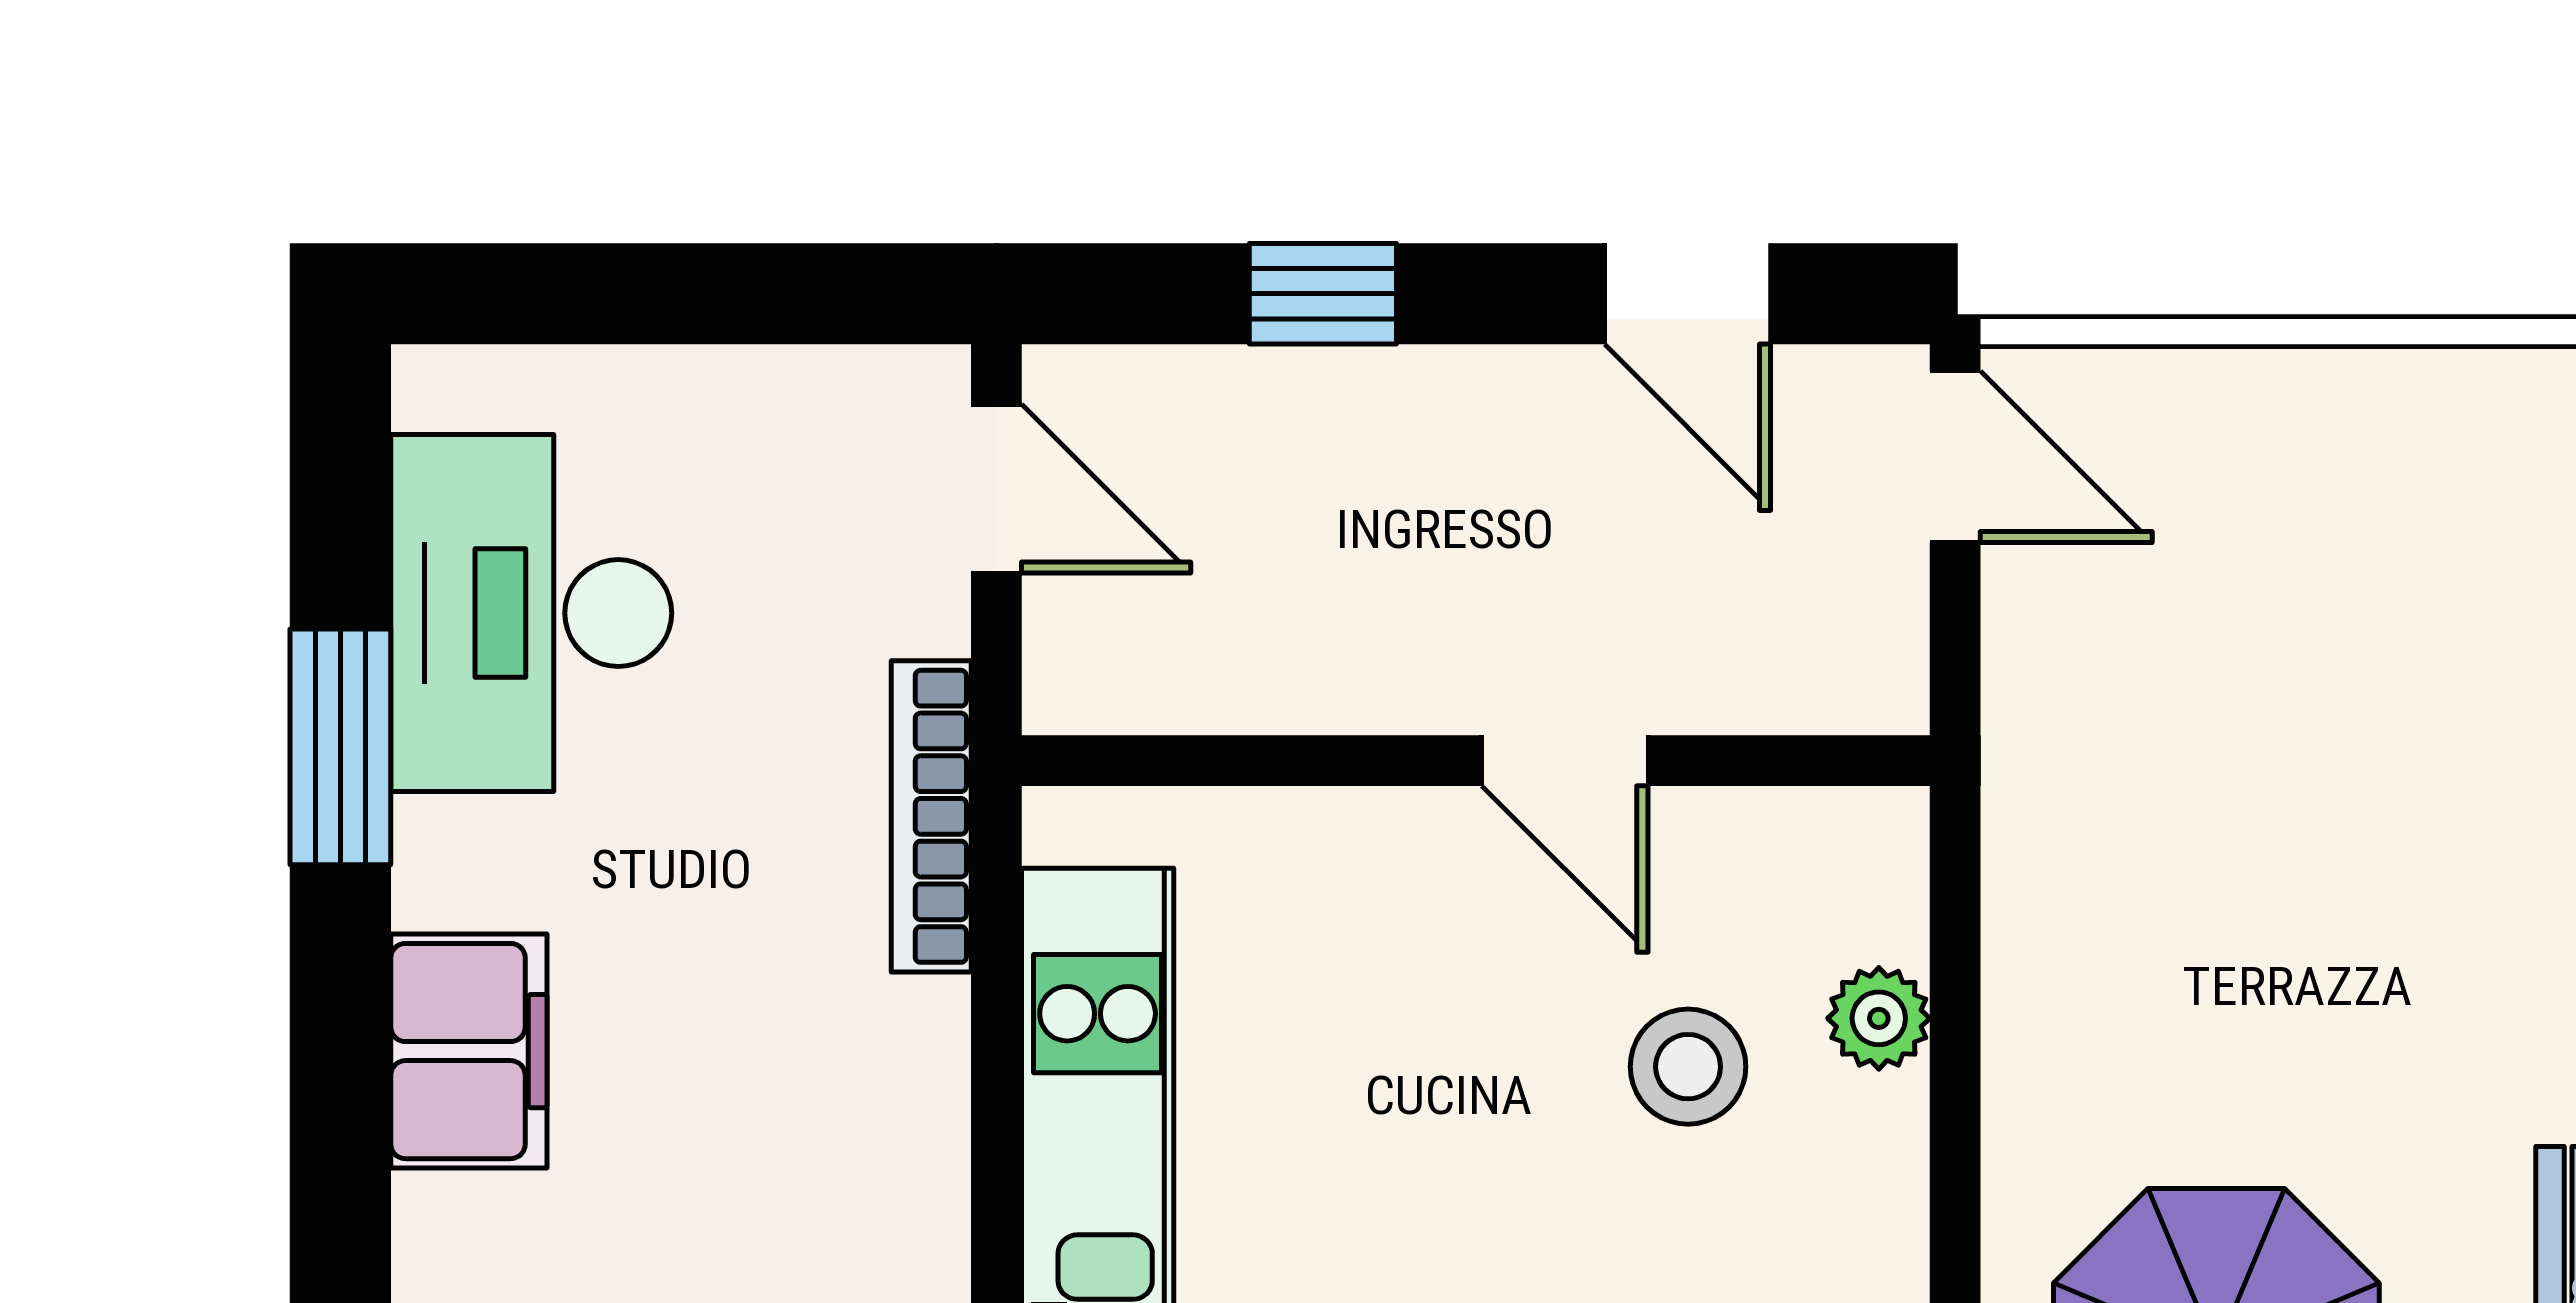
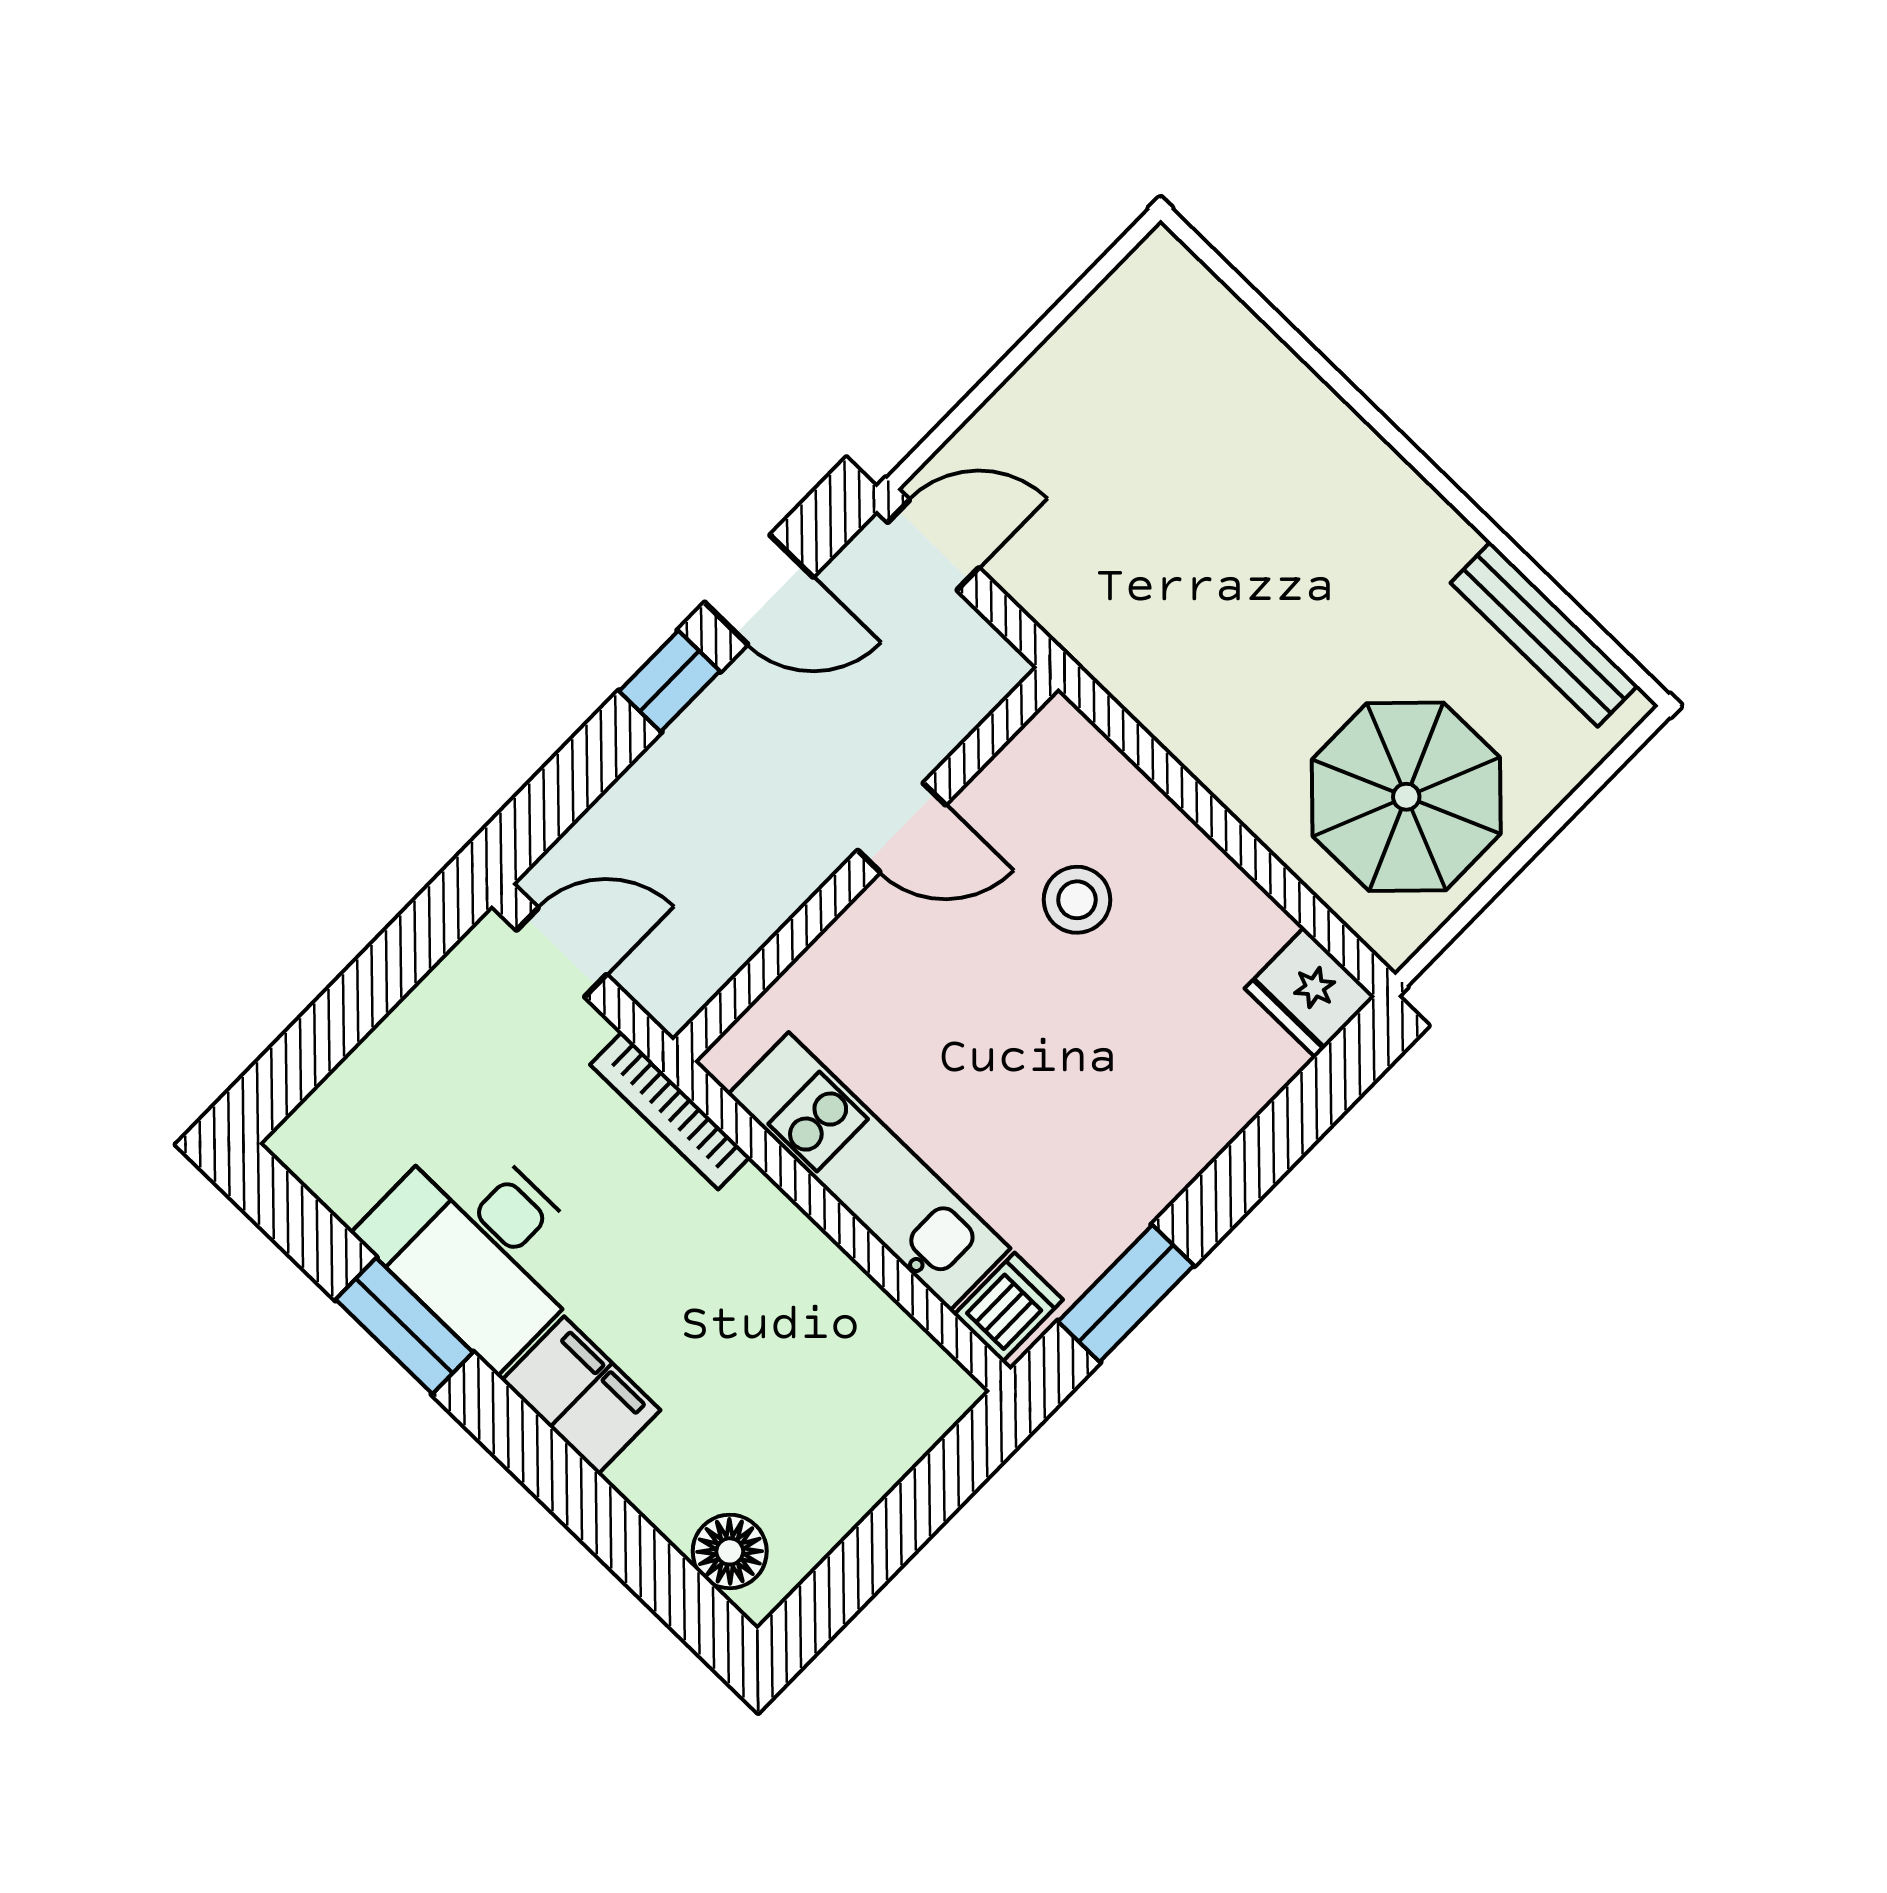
window: (1323, 294) -> (670, 681), moved
desk: (531, 613) -> (480, 1247), moved
plant: (1879, 1018) -> (1134, 802), removed

